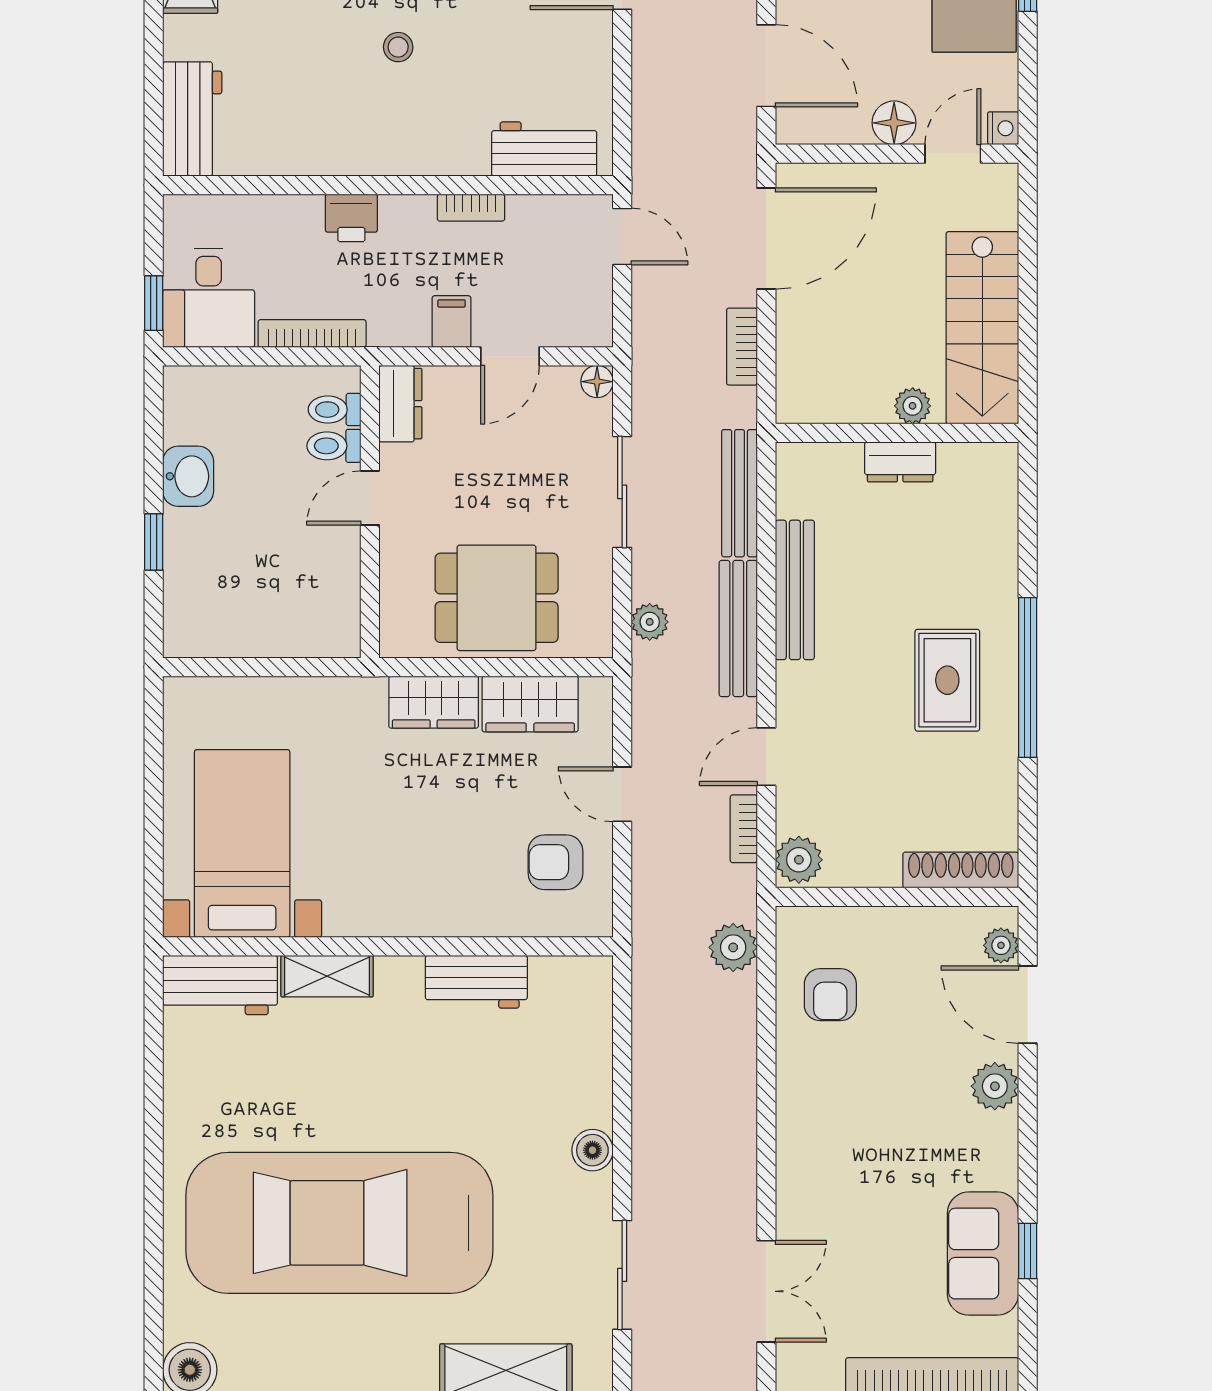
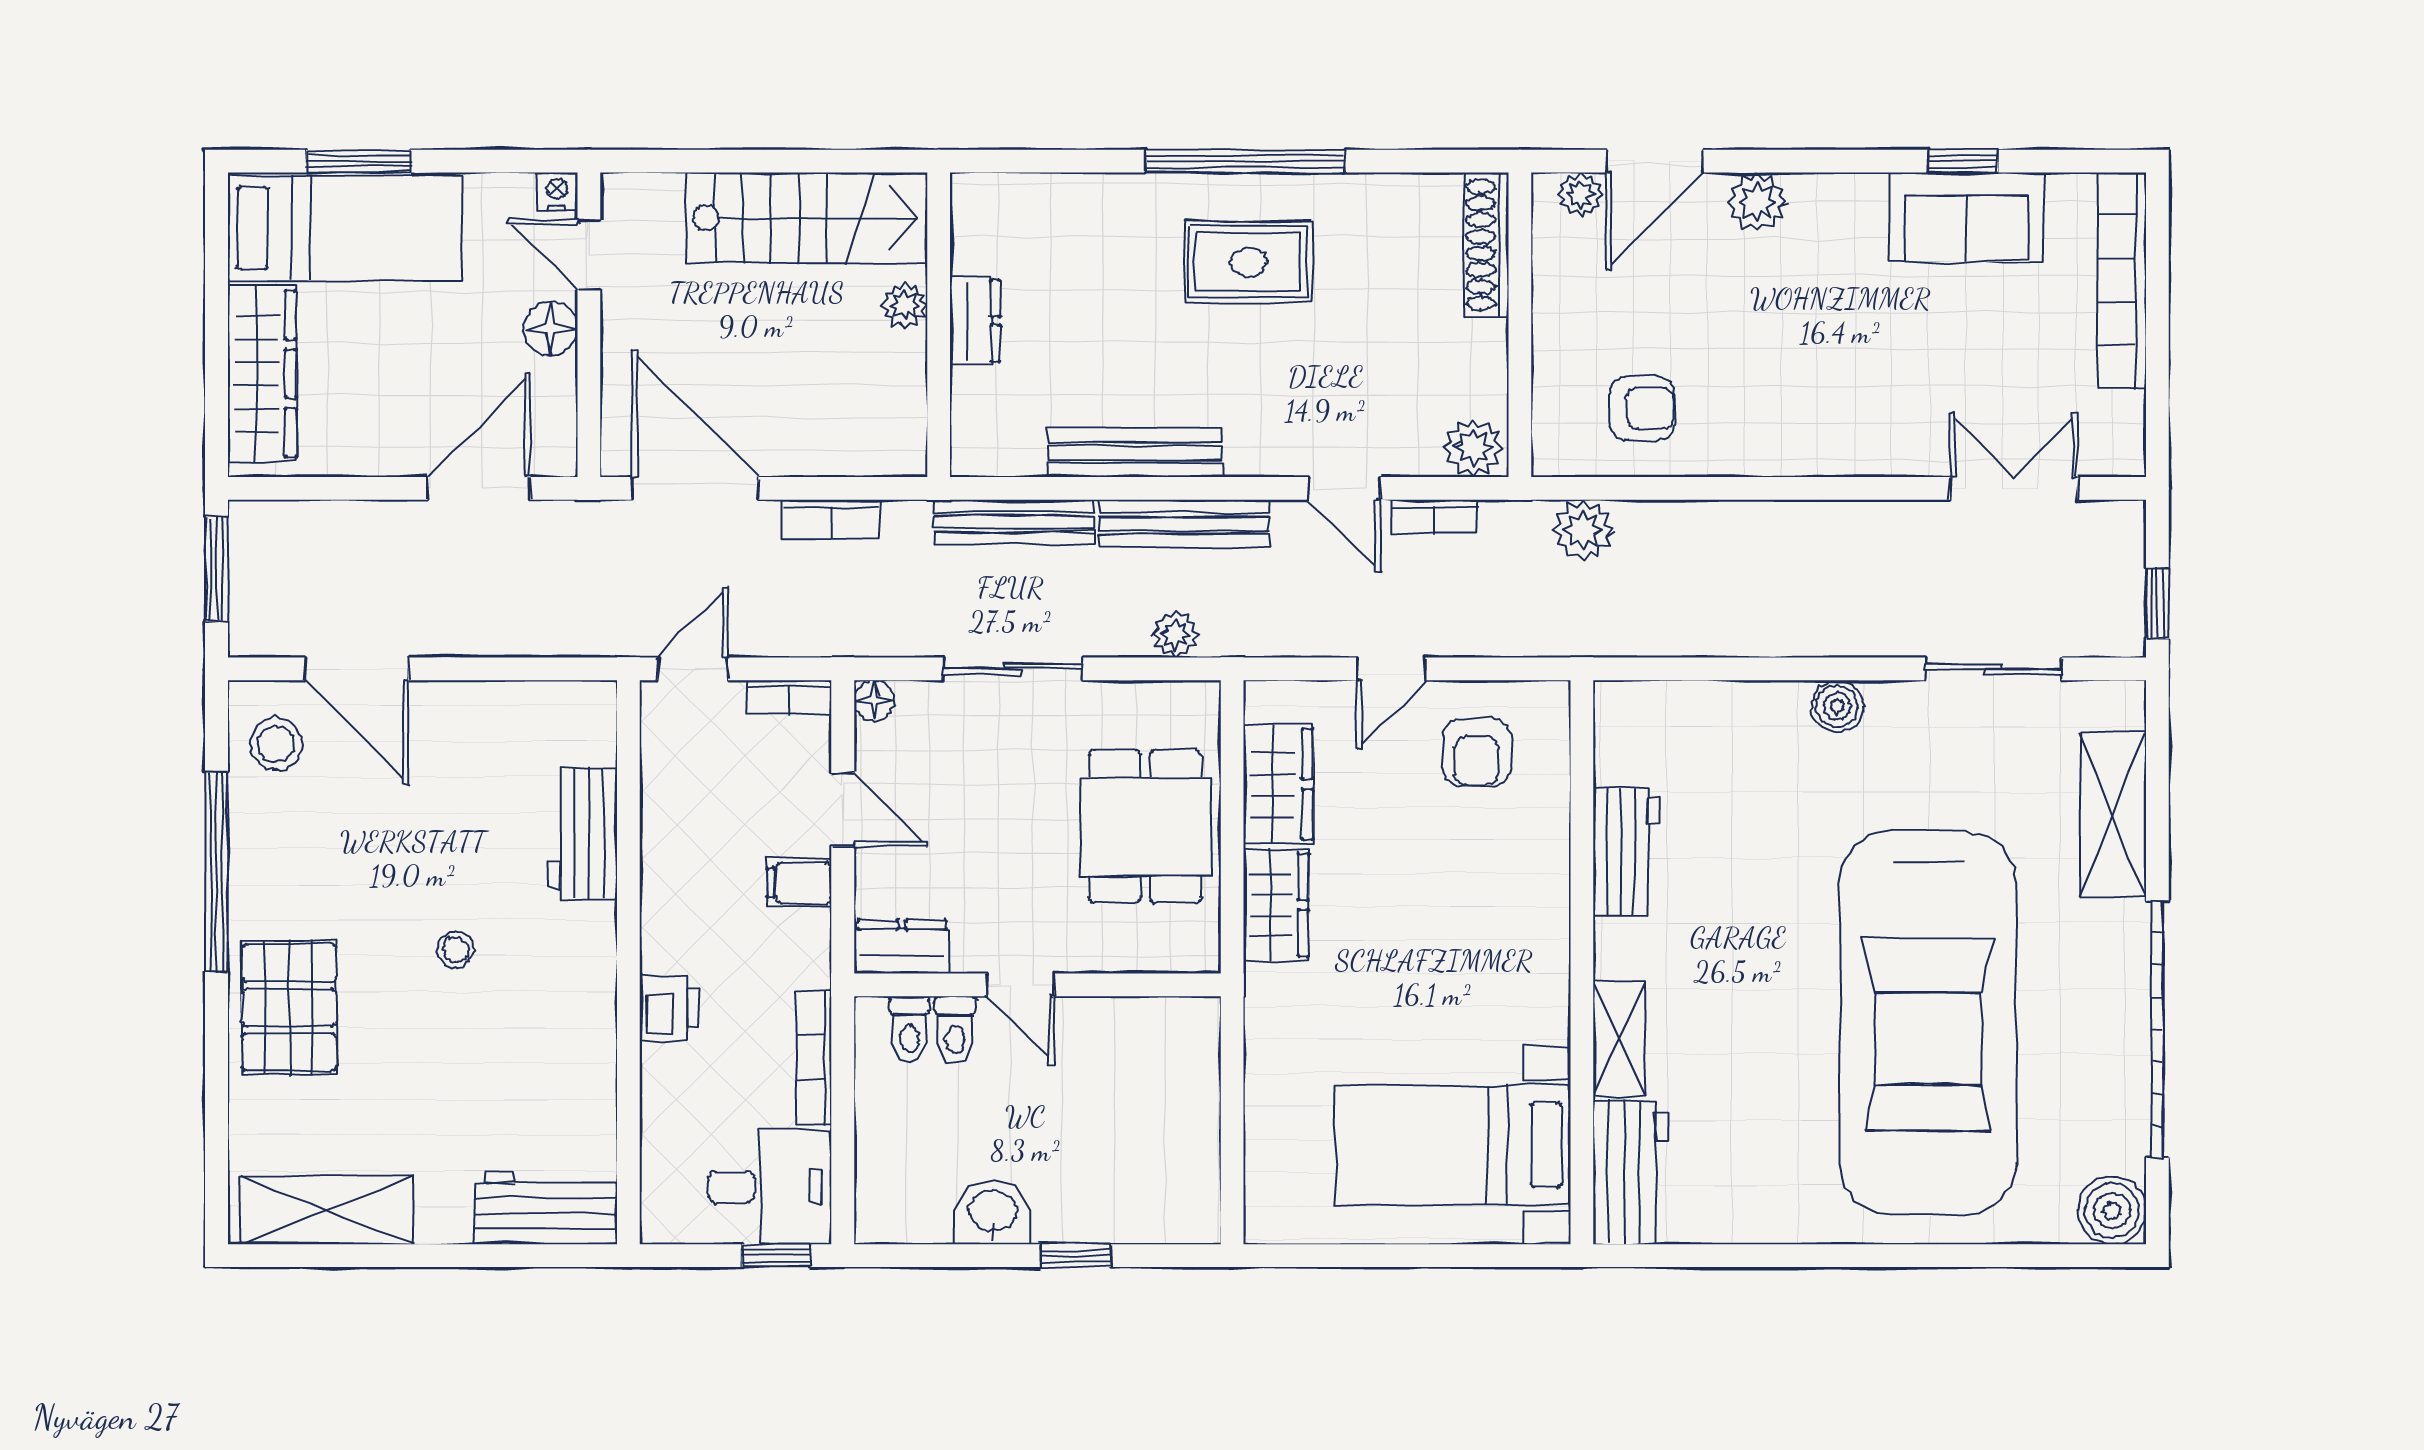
workbench: (544, 149) -> (583, 833), moved
bookcase: (471, 208) -> (789, 697), moved, turned 90

